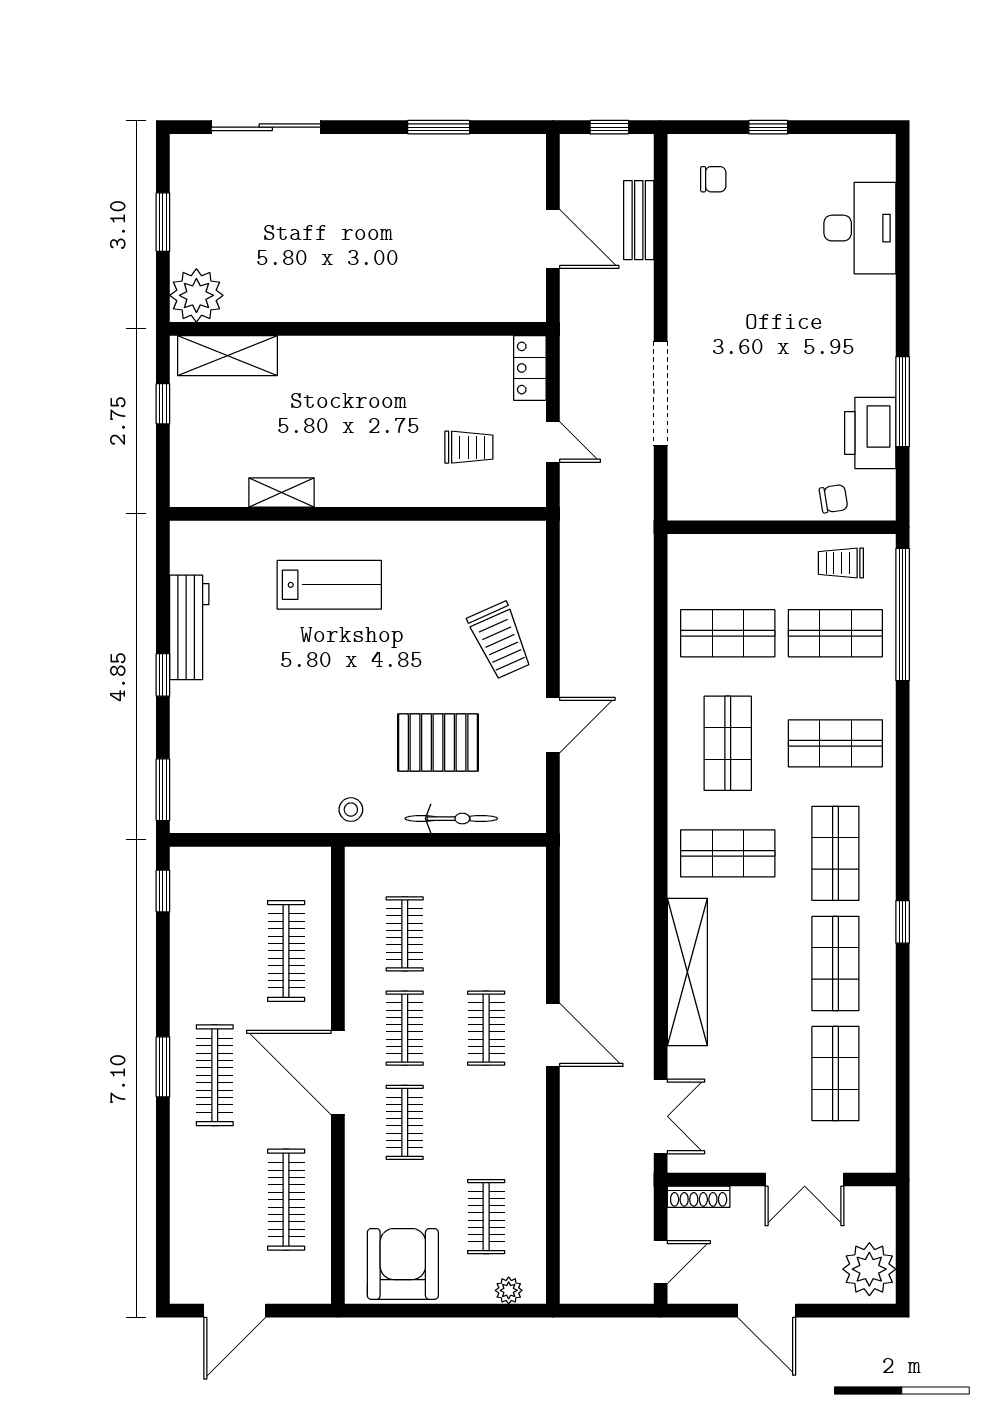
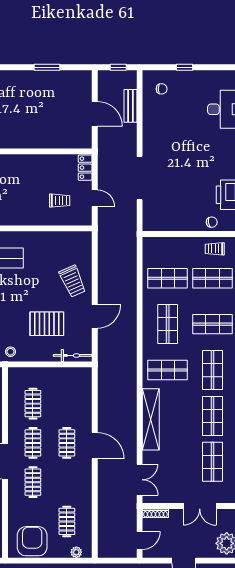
bicycle: (451, 819) -> (73, 355), moved

